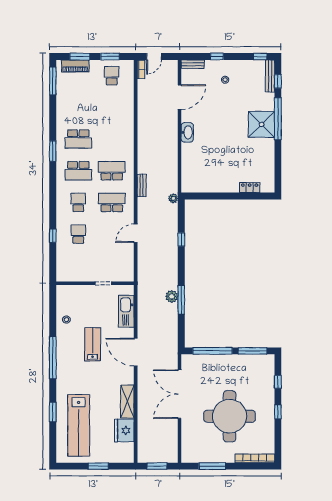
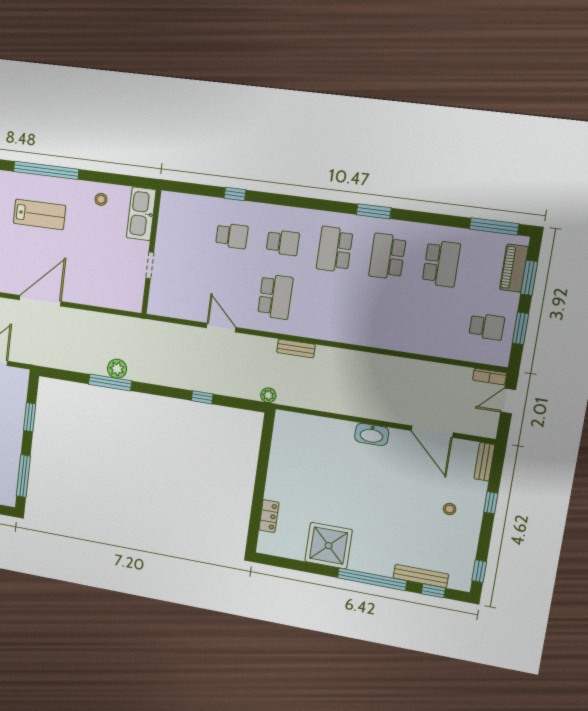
door: (154, 57) -> (508, 401), hinge flipped
bench: (270, 76) -> (421, 576), moved
shower: (262, 124) -> (329, 546), moved
school desk: (112, 171) -> (441, 264), moved
kitchen sink: (126, 311) -> (141, 214), moved, turned -90
lab bench: (93, 344) -> (39, 214), moved
window: (213, 351) -> (30, 417), width x0.47

